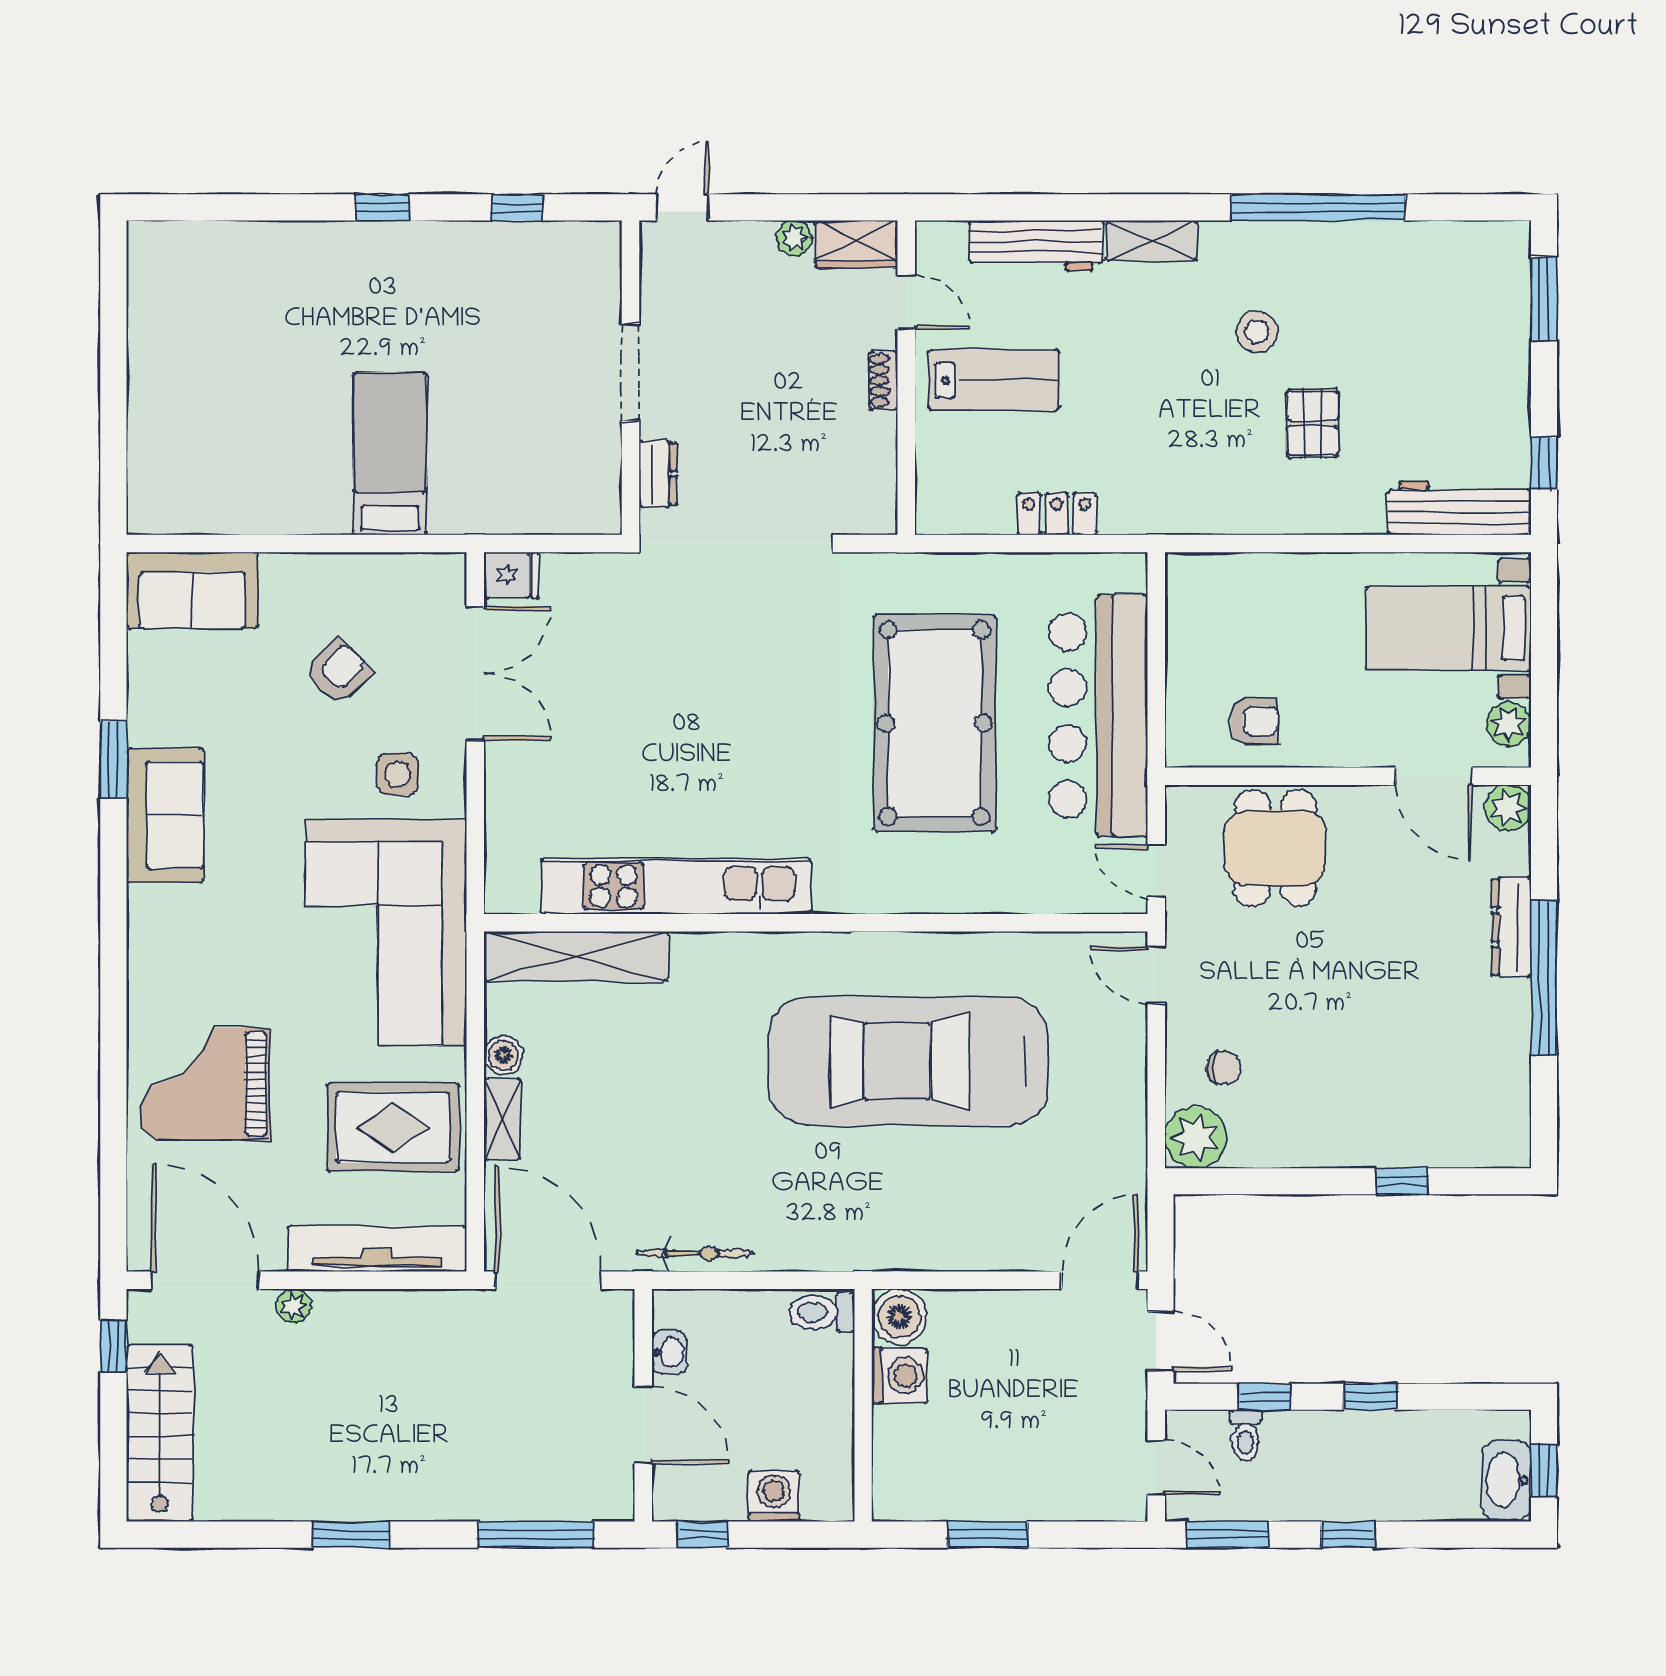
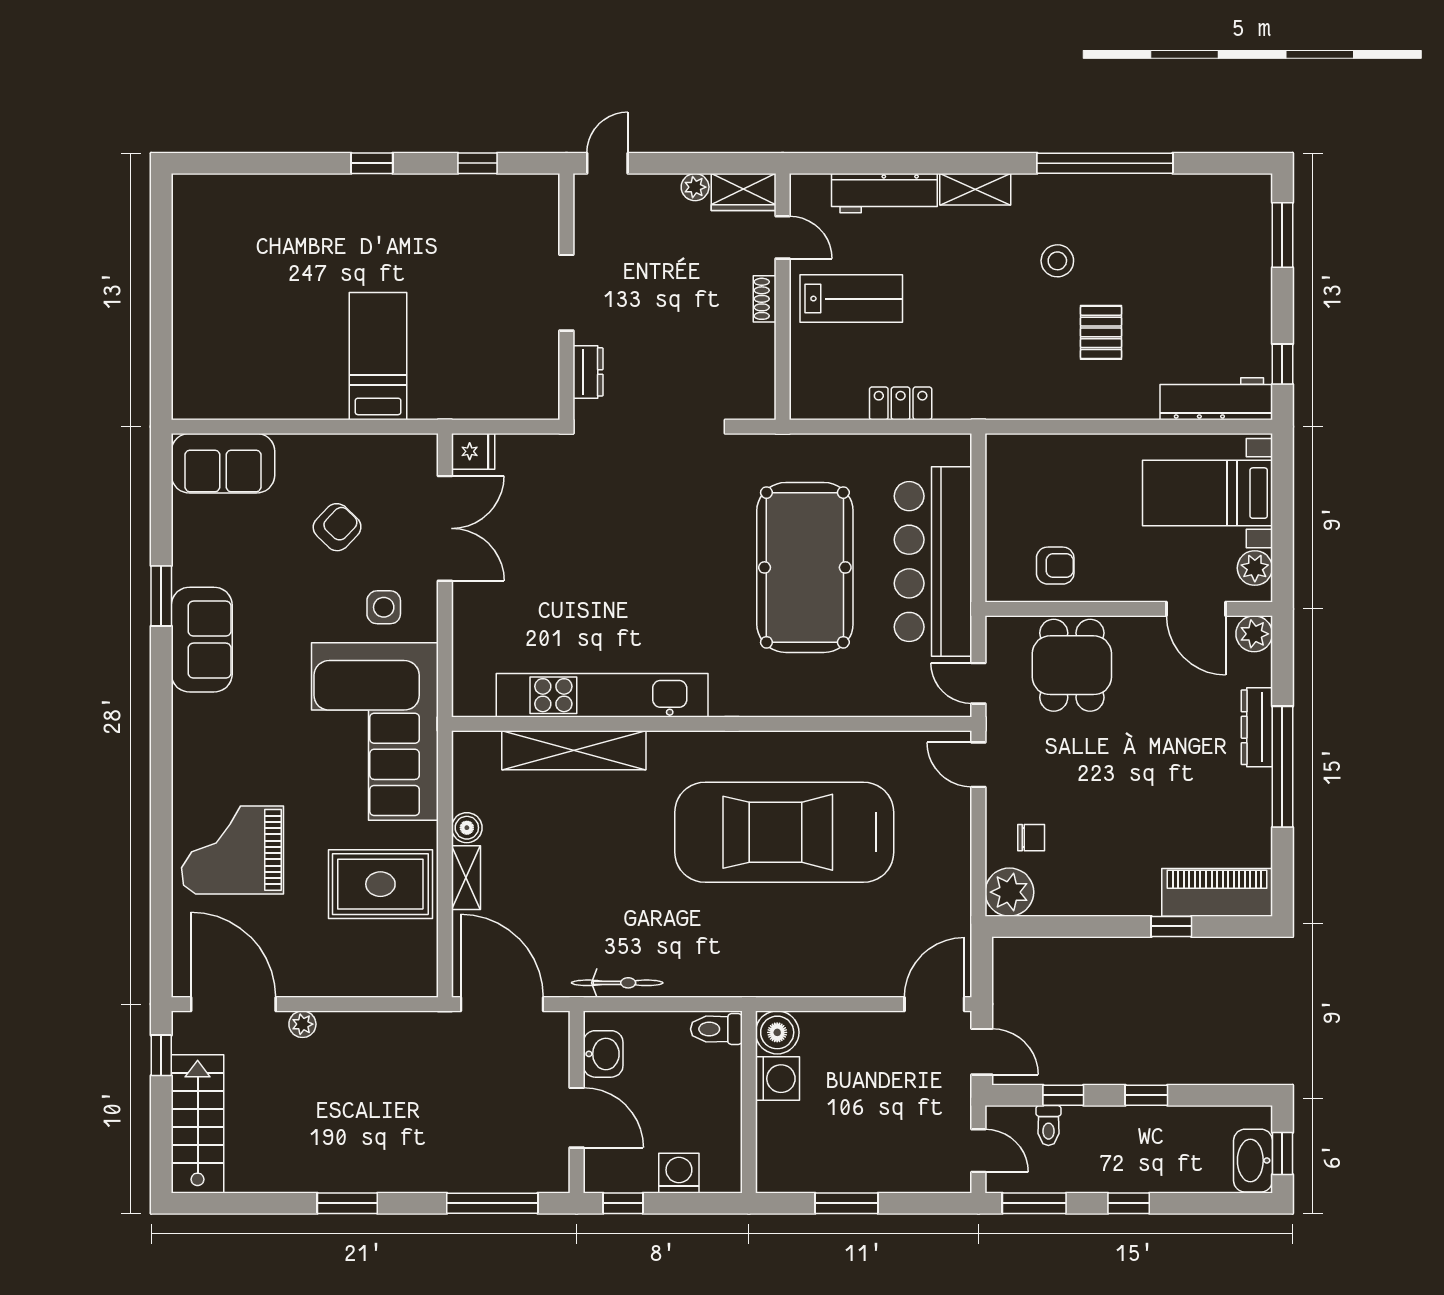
shelving: (576, 956) -> (574, 750), moved
piano: (1461, 1138) -> (1217, 892), added
tv unit: (377, 1249) -> (368, 979), removed
washbasin: (669, 1352) -> (603, 1054), width x1.38, depth x1.45

